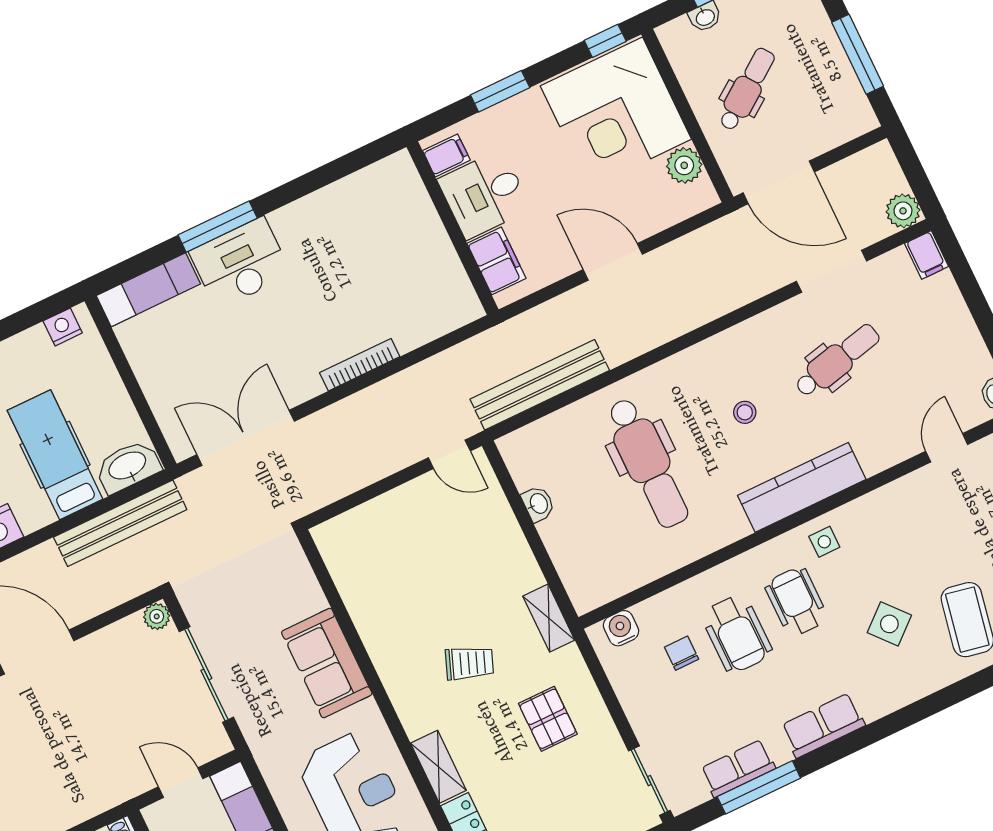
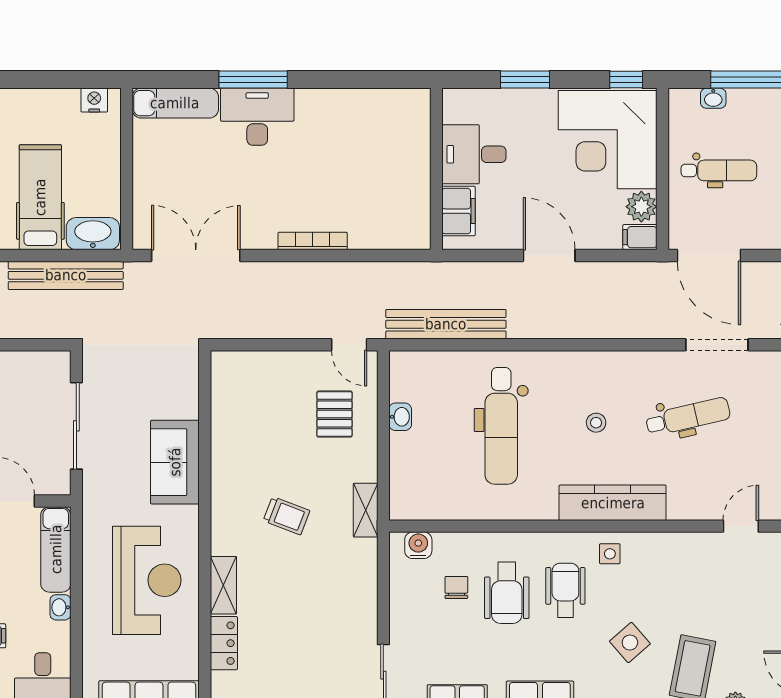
dental chair: (747, 89) -> (719, 170), turned 36
filing cabinet: (446, 155) -> (640, 237), moved, turned 180
plant: (157, 616) -> (59, 362), removed
pallet: (548, 719) -> (334, 414), moved

